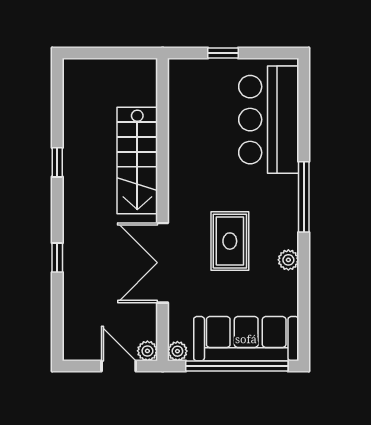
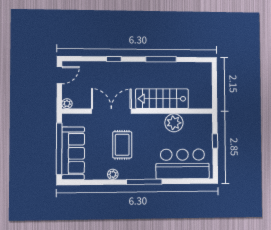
window: (57, 162) -> (161, 59), width x2.17
rug: (230, 241) -> (122, 145), turned 90
plant: (177, 351) -> (174, 123), moved, width x1.87, depth x1.87
door: (119, 366) -> (59, 75), moved

